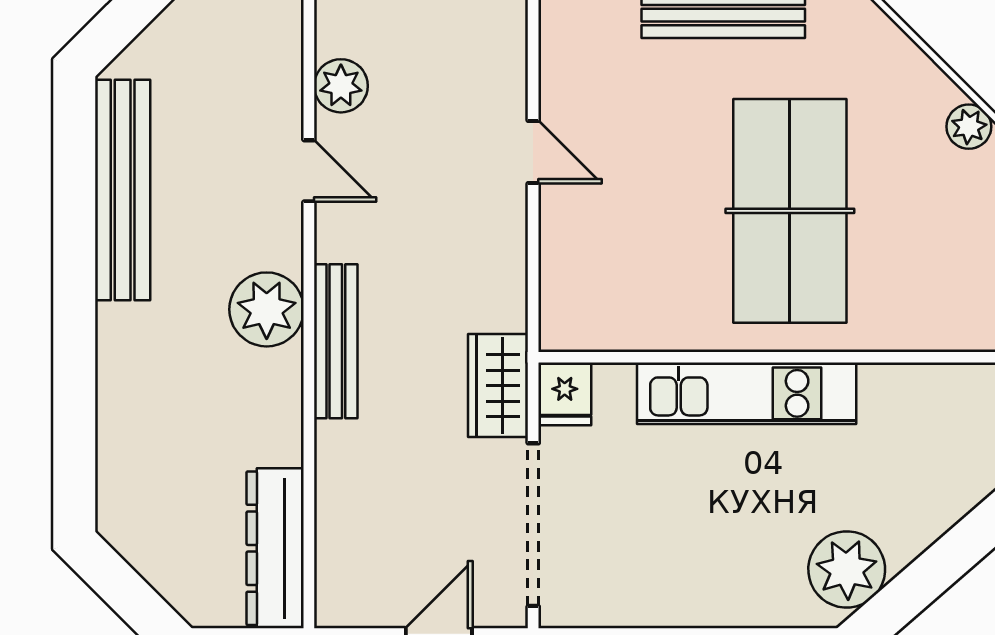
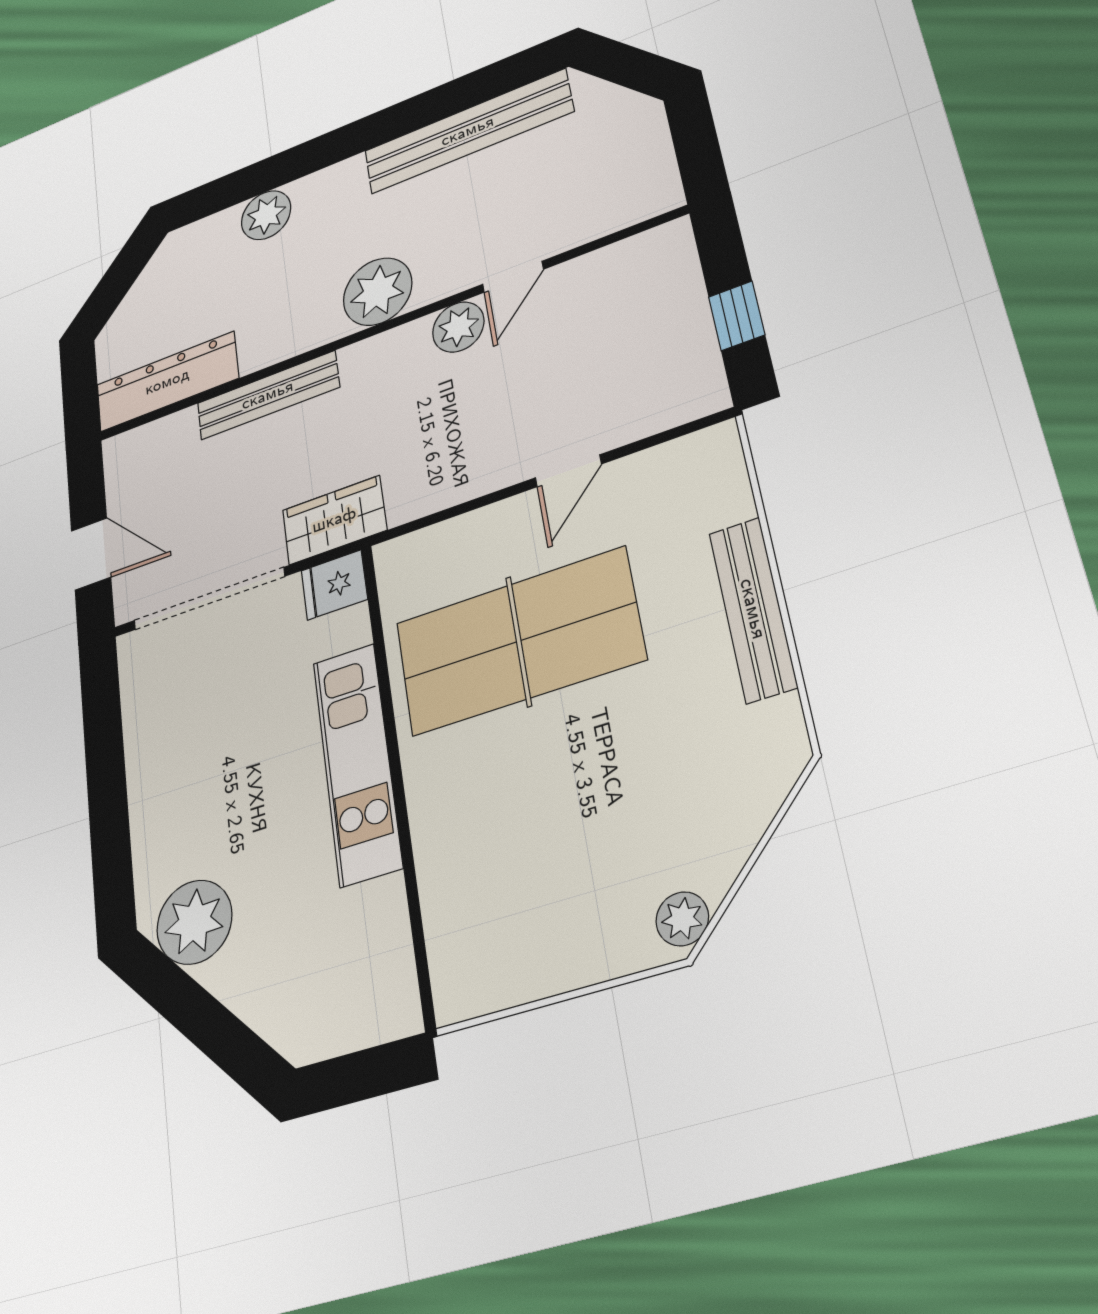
plant: (341, 86) -> (458, 327), moved
table tennis table: (790, 211) -> (519, 641), moved
bench: (336, 341) -> (268, 395), moved
plant: (124, 418) -> (266, 215), added

